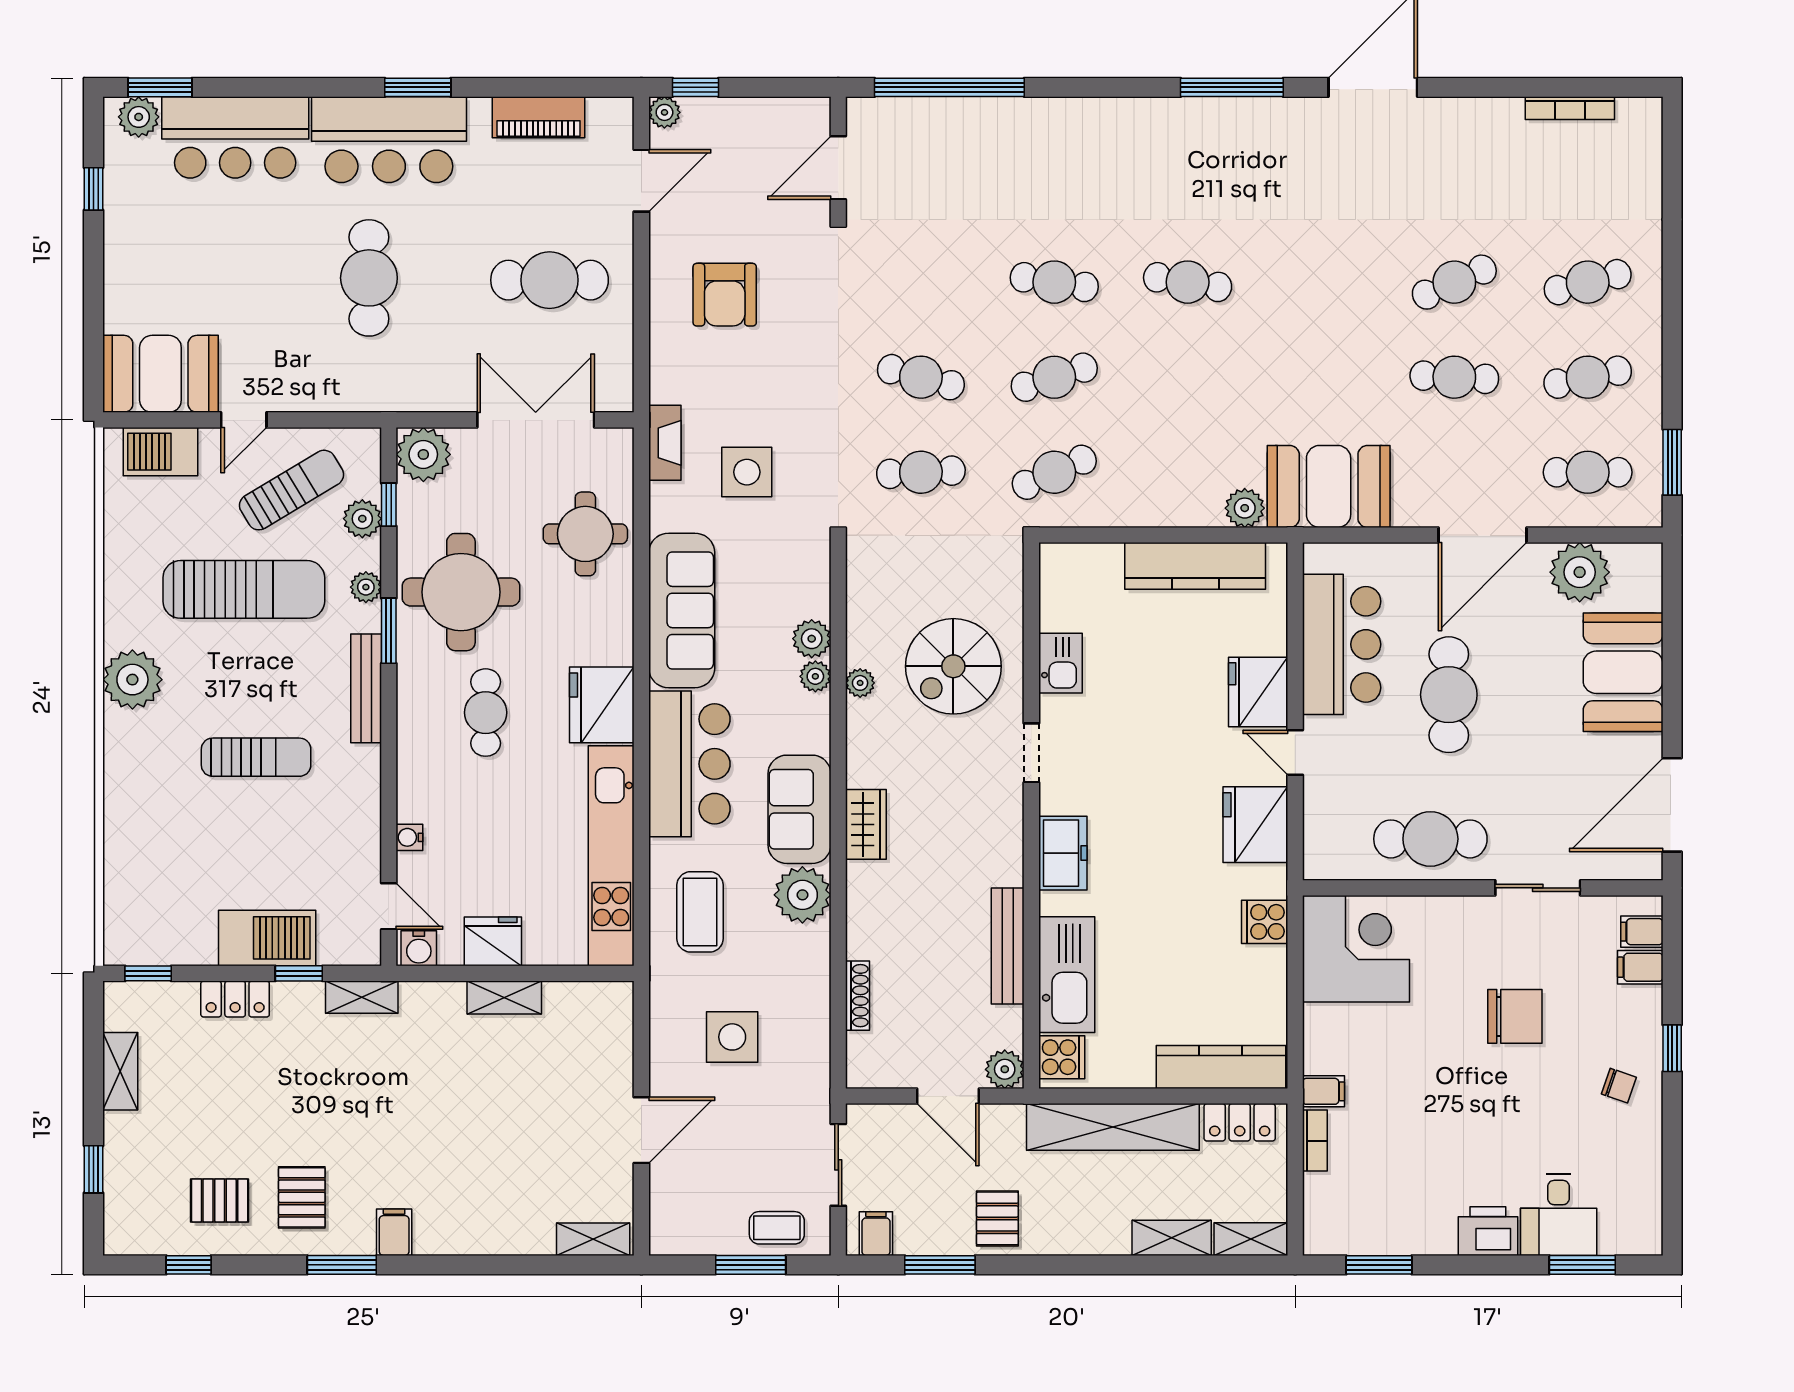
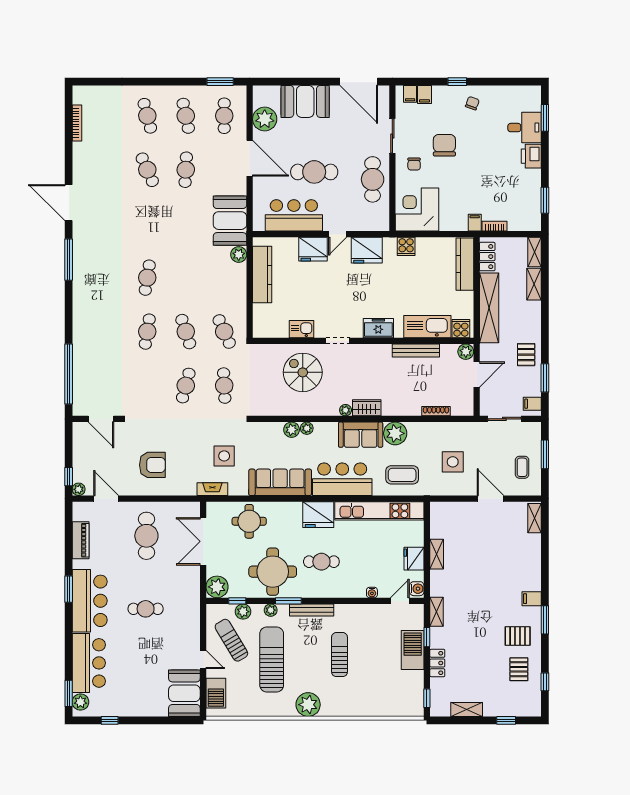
cafe table: (369, 278) -> (146, 609), width x0.73, depth x0.74
spiral stairs: (953, 666) -> (303, 372), turned 180
plant: (860, 683) -> (346, 410), moved
chair: (1468, 941) -> (414, 164), added
pallet: (997, 1218) -> (526, 355), turned 90
coffee table: (777, 1228) -> (522, 467), moved

